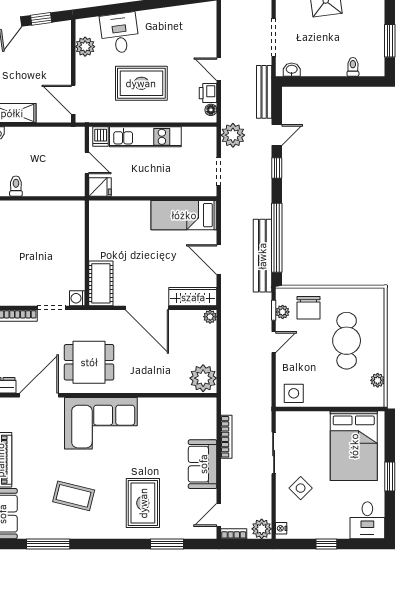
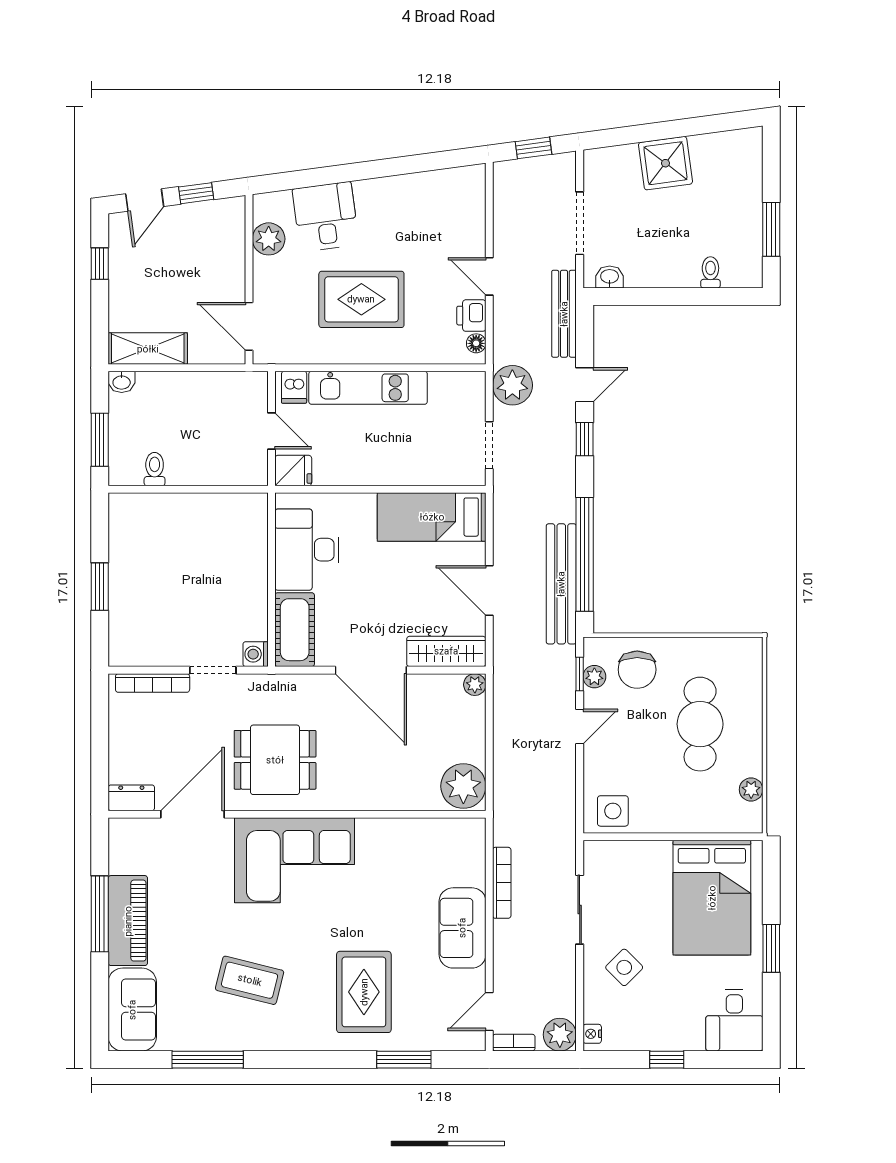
desk: (108, 235) -> (307, 550), added

